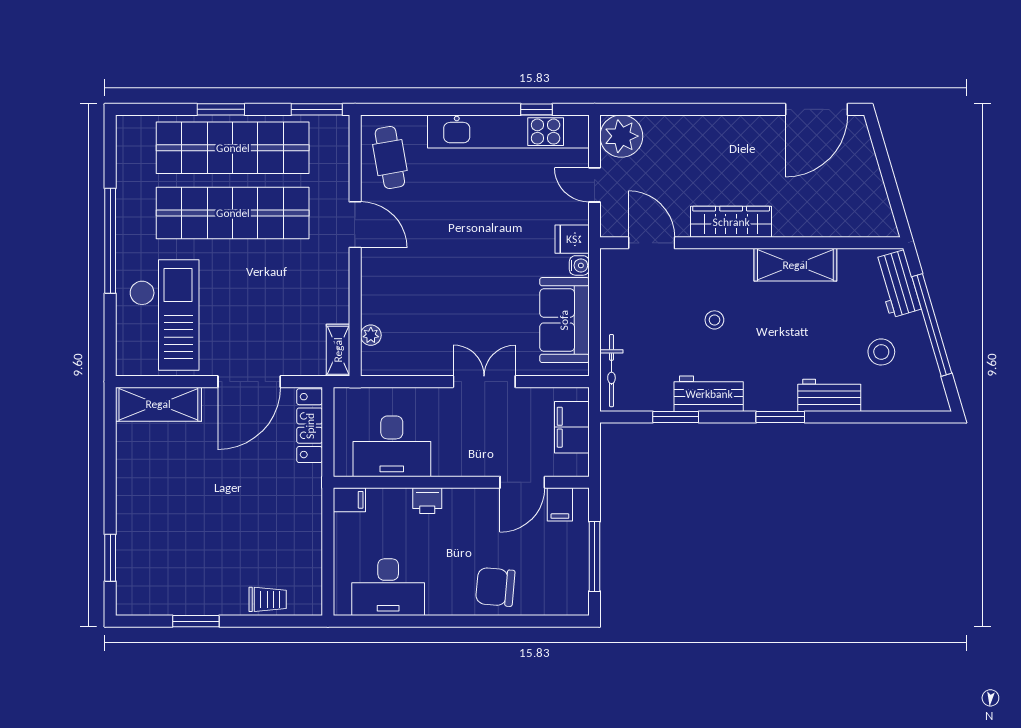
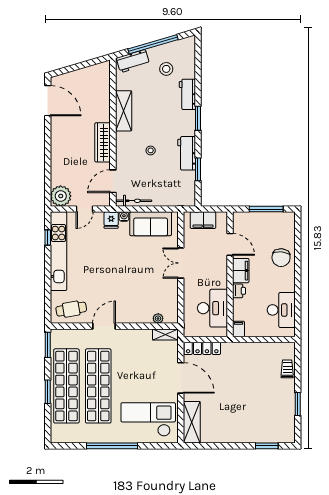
bicycle: (611, 371) -> (134, 201), moved
filing cabinet: (560, 504) -> (241, 271), moved, width x2.00

